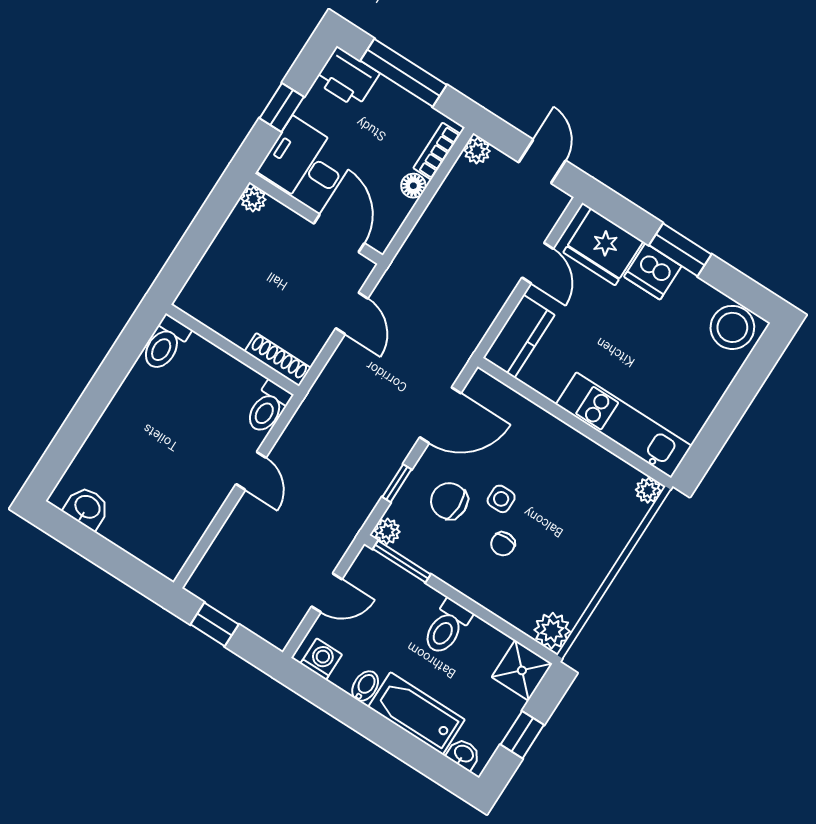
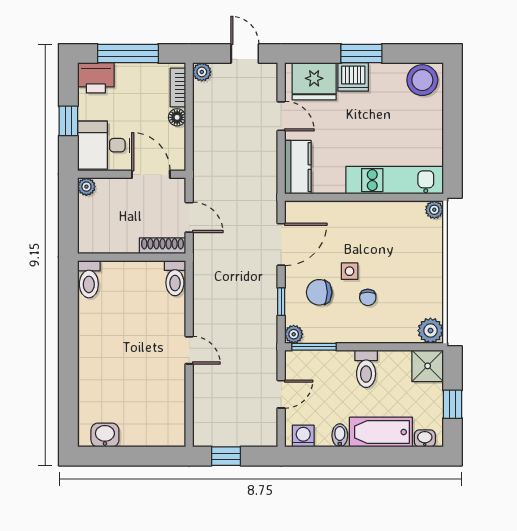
toilet: (165, 343) -> (89, 279), moved
wall: (233, 350) -> (132, 257), moved
shoe rack: (278, 360) -> (163, 246), moved
toilet: (268, 407) -> (175, 278), moved

